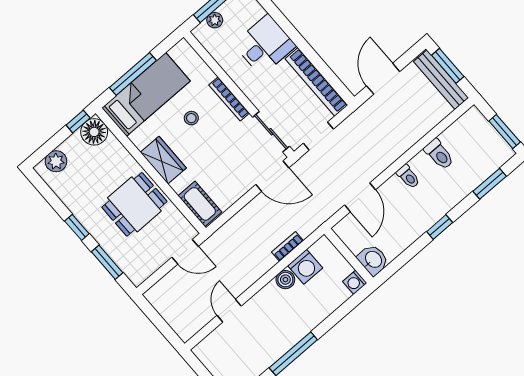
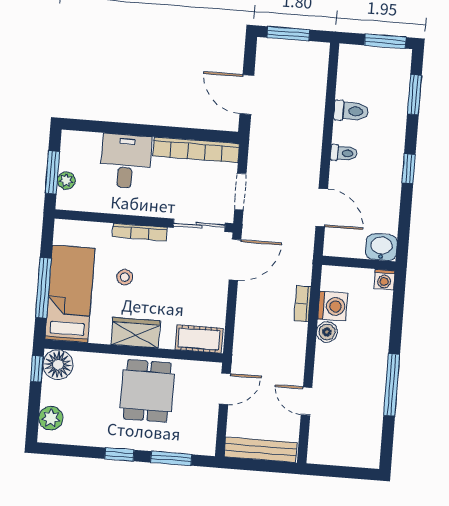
bench: (441, 80) -> (261, 450), moved

